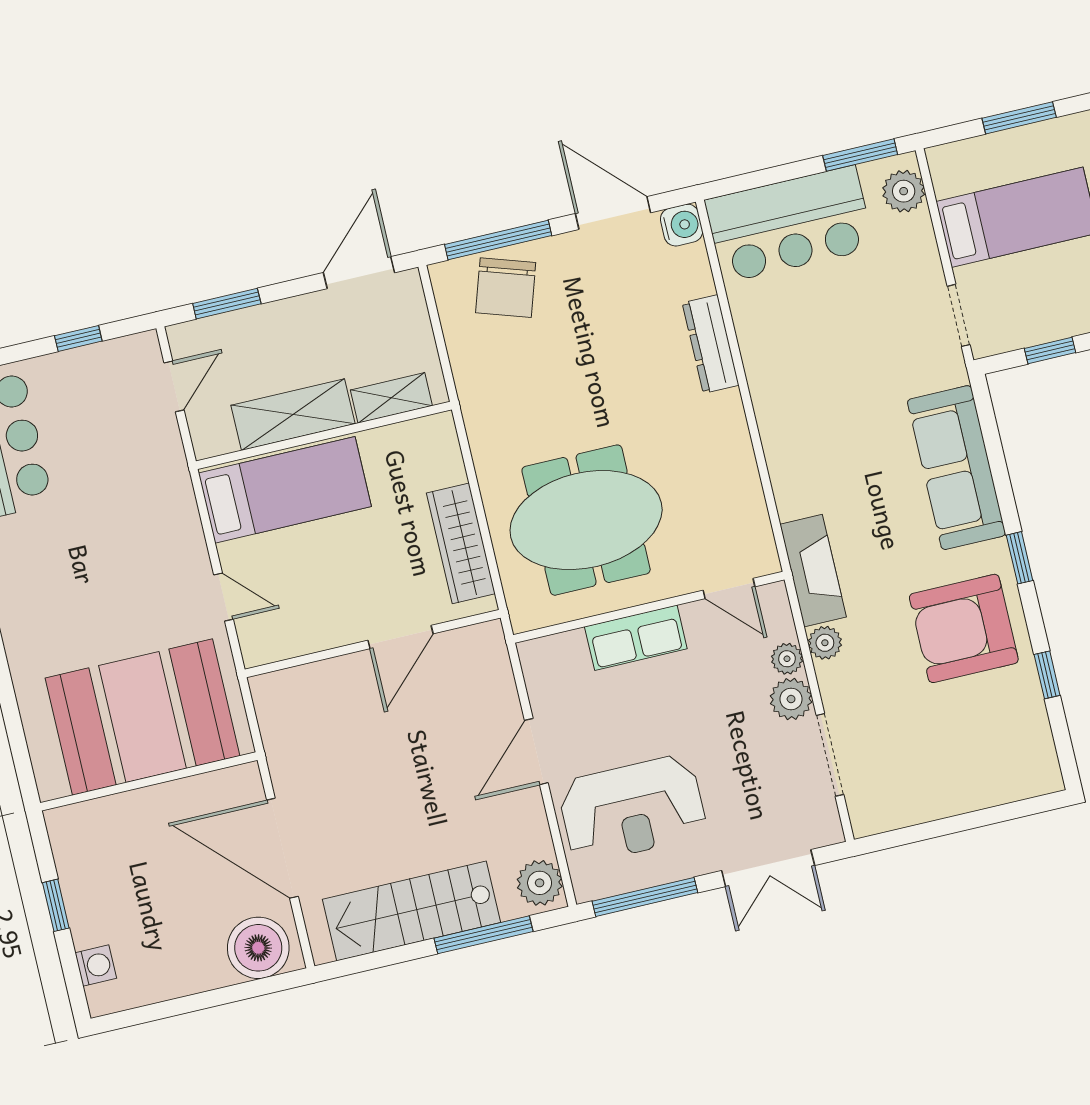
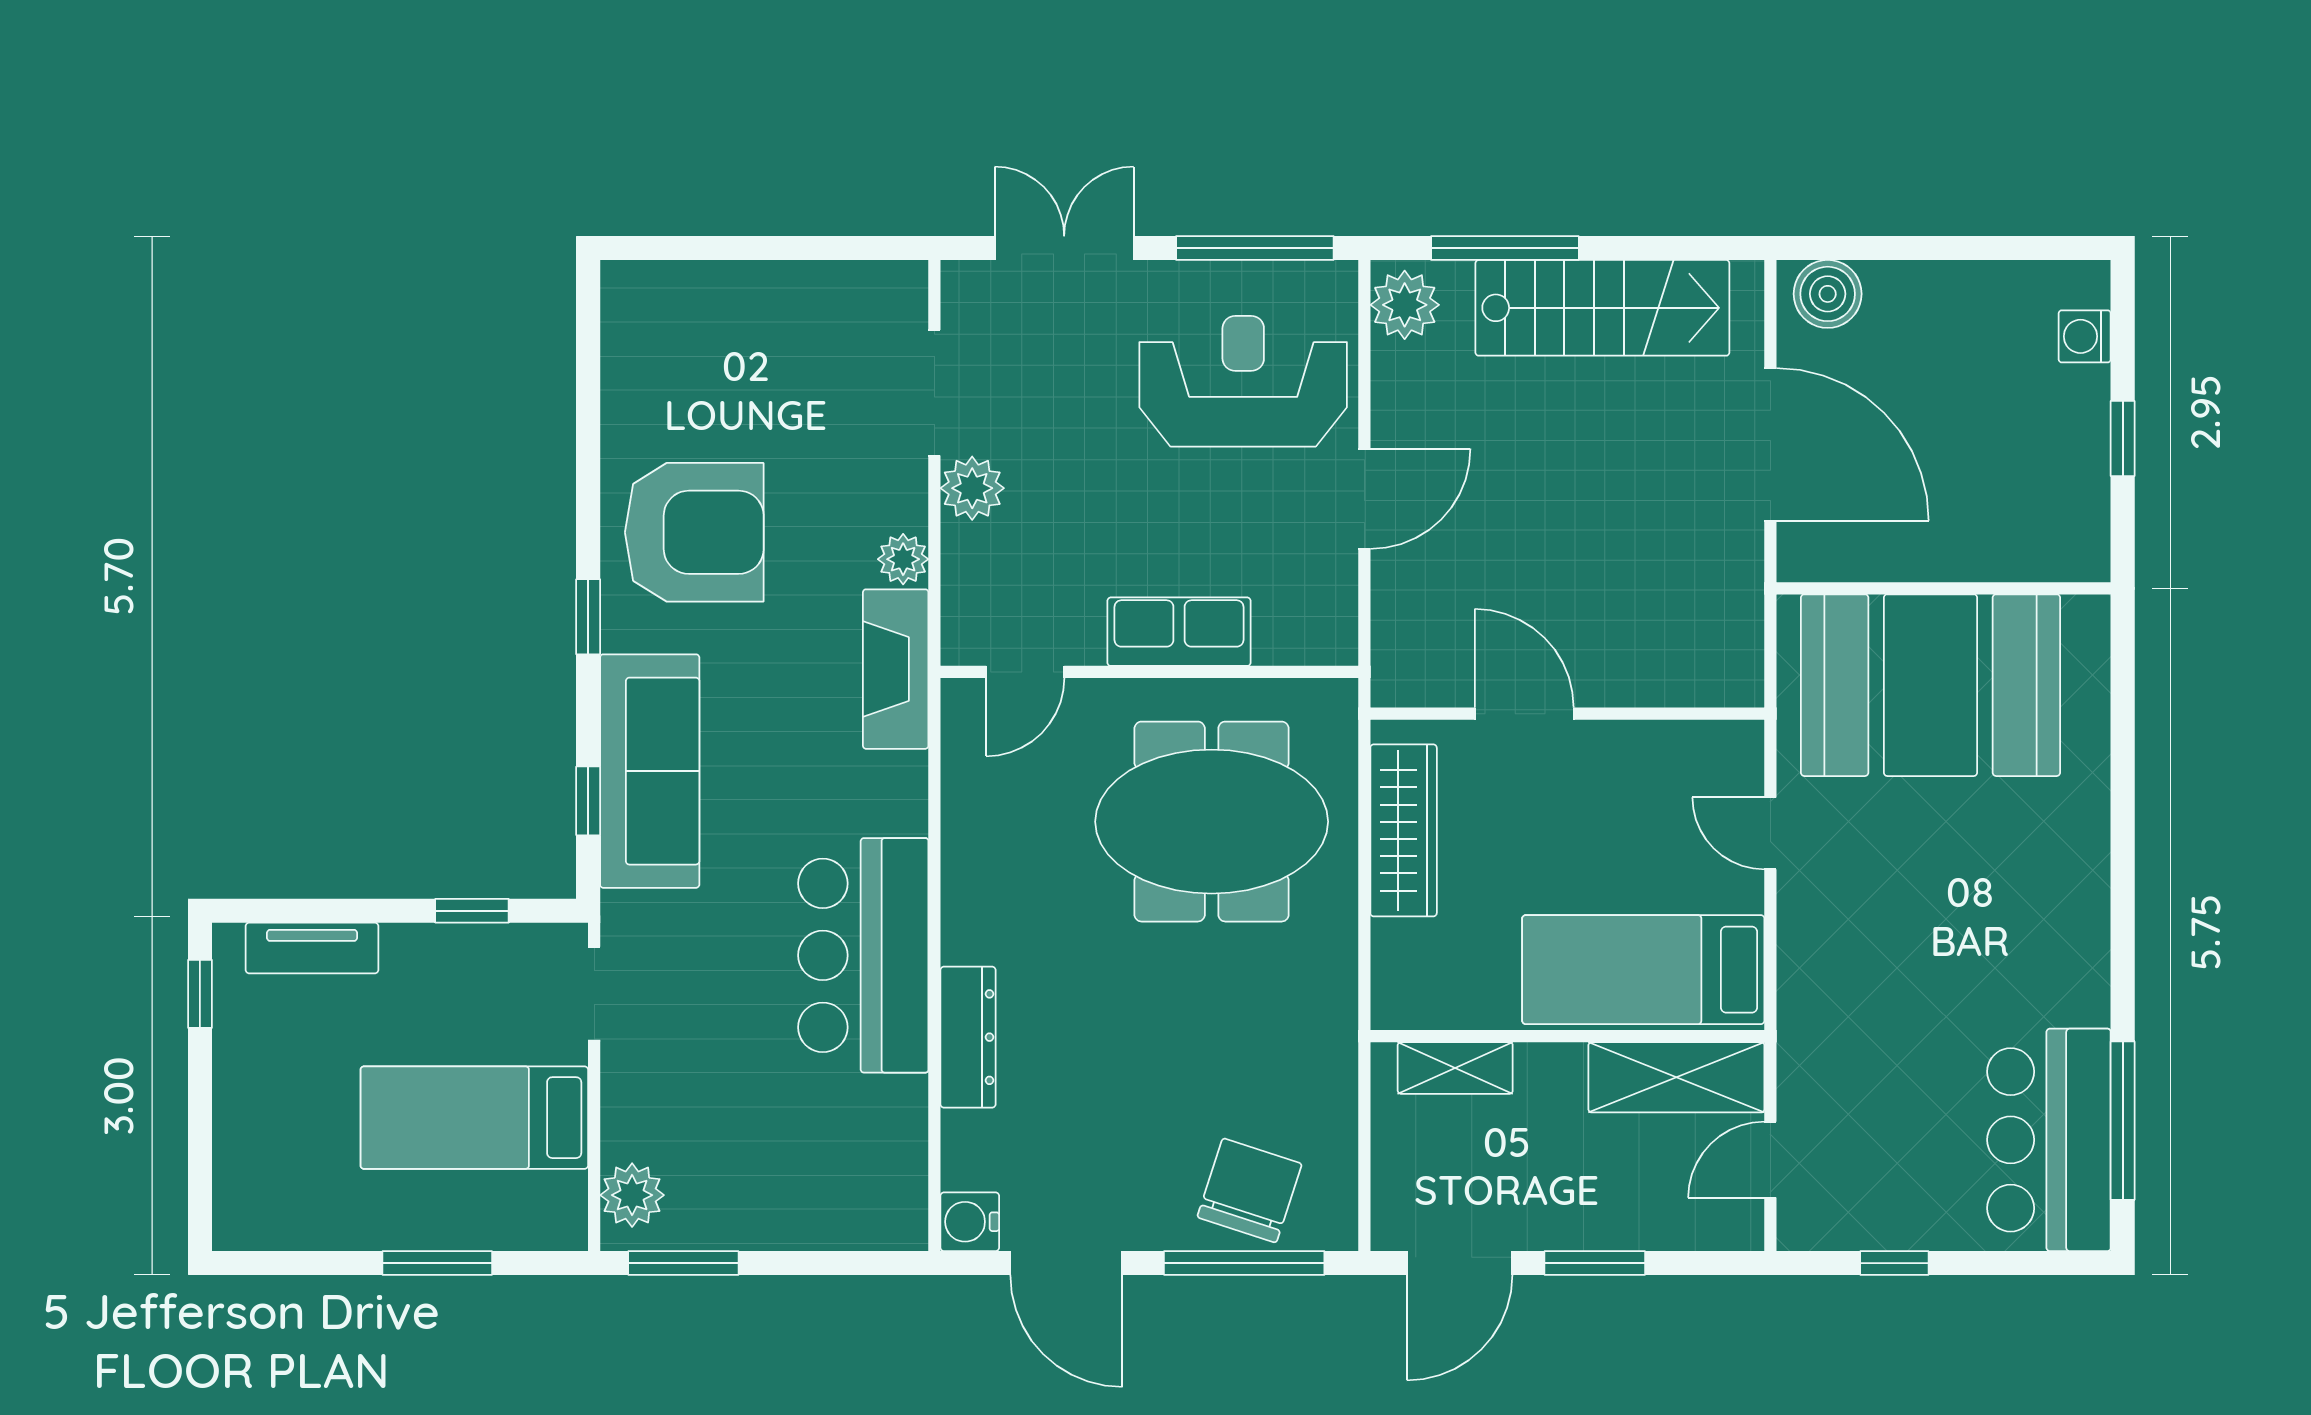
bar counter: (789, 224) -> (863, 955), moved, turned -90
window: (227, 304) -> (1595, 1263), moved
shelving: (293, 415) -> (1676, 1077), moved
door: (729, 588) -> (1025, 672), swing flipped
door: (400, 637) -> (1524, 714), hinge flipped
plant: (787, 659) -> (964, 549), removed
window: (1047, 675) -> (588, 801), moved
boiler: (258, 948) -> (1828, 294), width x0.73, depth x0.73

